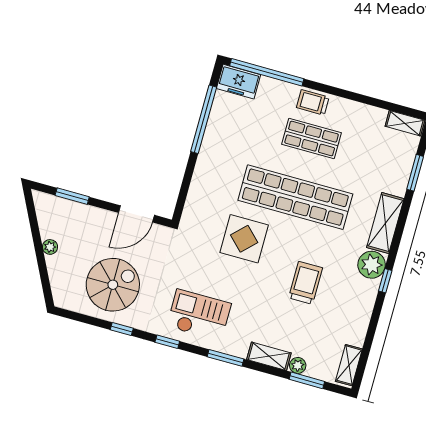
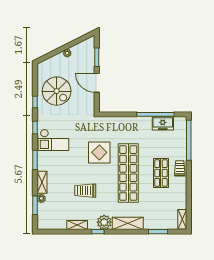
freezer: (239, 82) -> (163, 123), moved, turned -90
door: (136, 214) -> (97, 83), moved
trolley: (306, 283) -> (85, 191), turned 180
checkout: (199, 315) -> (53, 140), turned 90
shelving: (349, 365) -> (77, 225), moved

